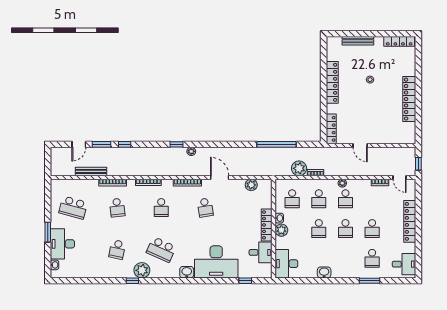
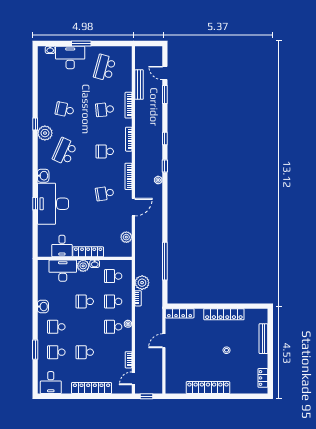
locker: (399, 41) -> (263, 378), width x0.66
window: (125, 144) -> (165, 138), moved
school desk: (345, 229) -> (56, 327), moved
desk: (286, 264) -> (63, 271), moved
window: (245, 281) -> (35, 204), moved

